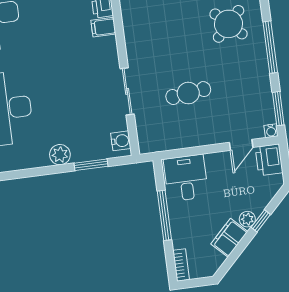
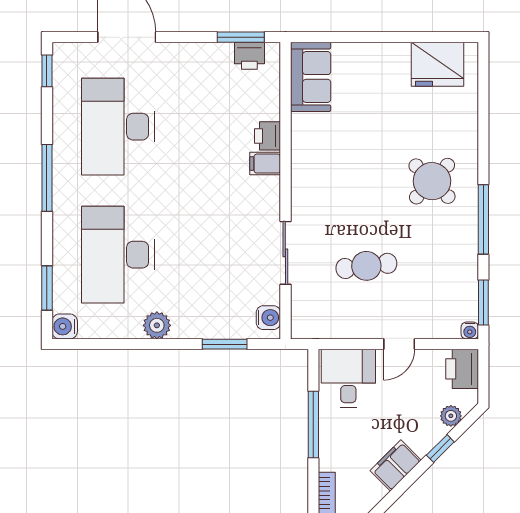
door: (241, 145) -> (399, 344), moved
plant: (60, 155) -> (157, 325), moved
plant: (247, 219) -> (451, 416), moved

